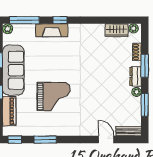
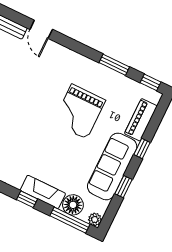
floor lamp: (27, 31) -> (73, 205), added
grand piano: (54, 97) -> (79, 111), turned -90

